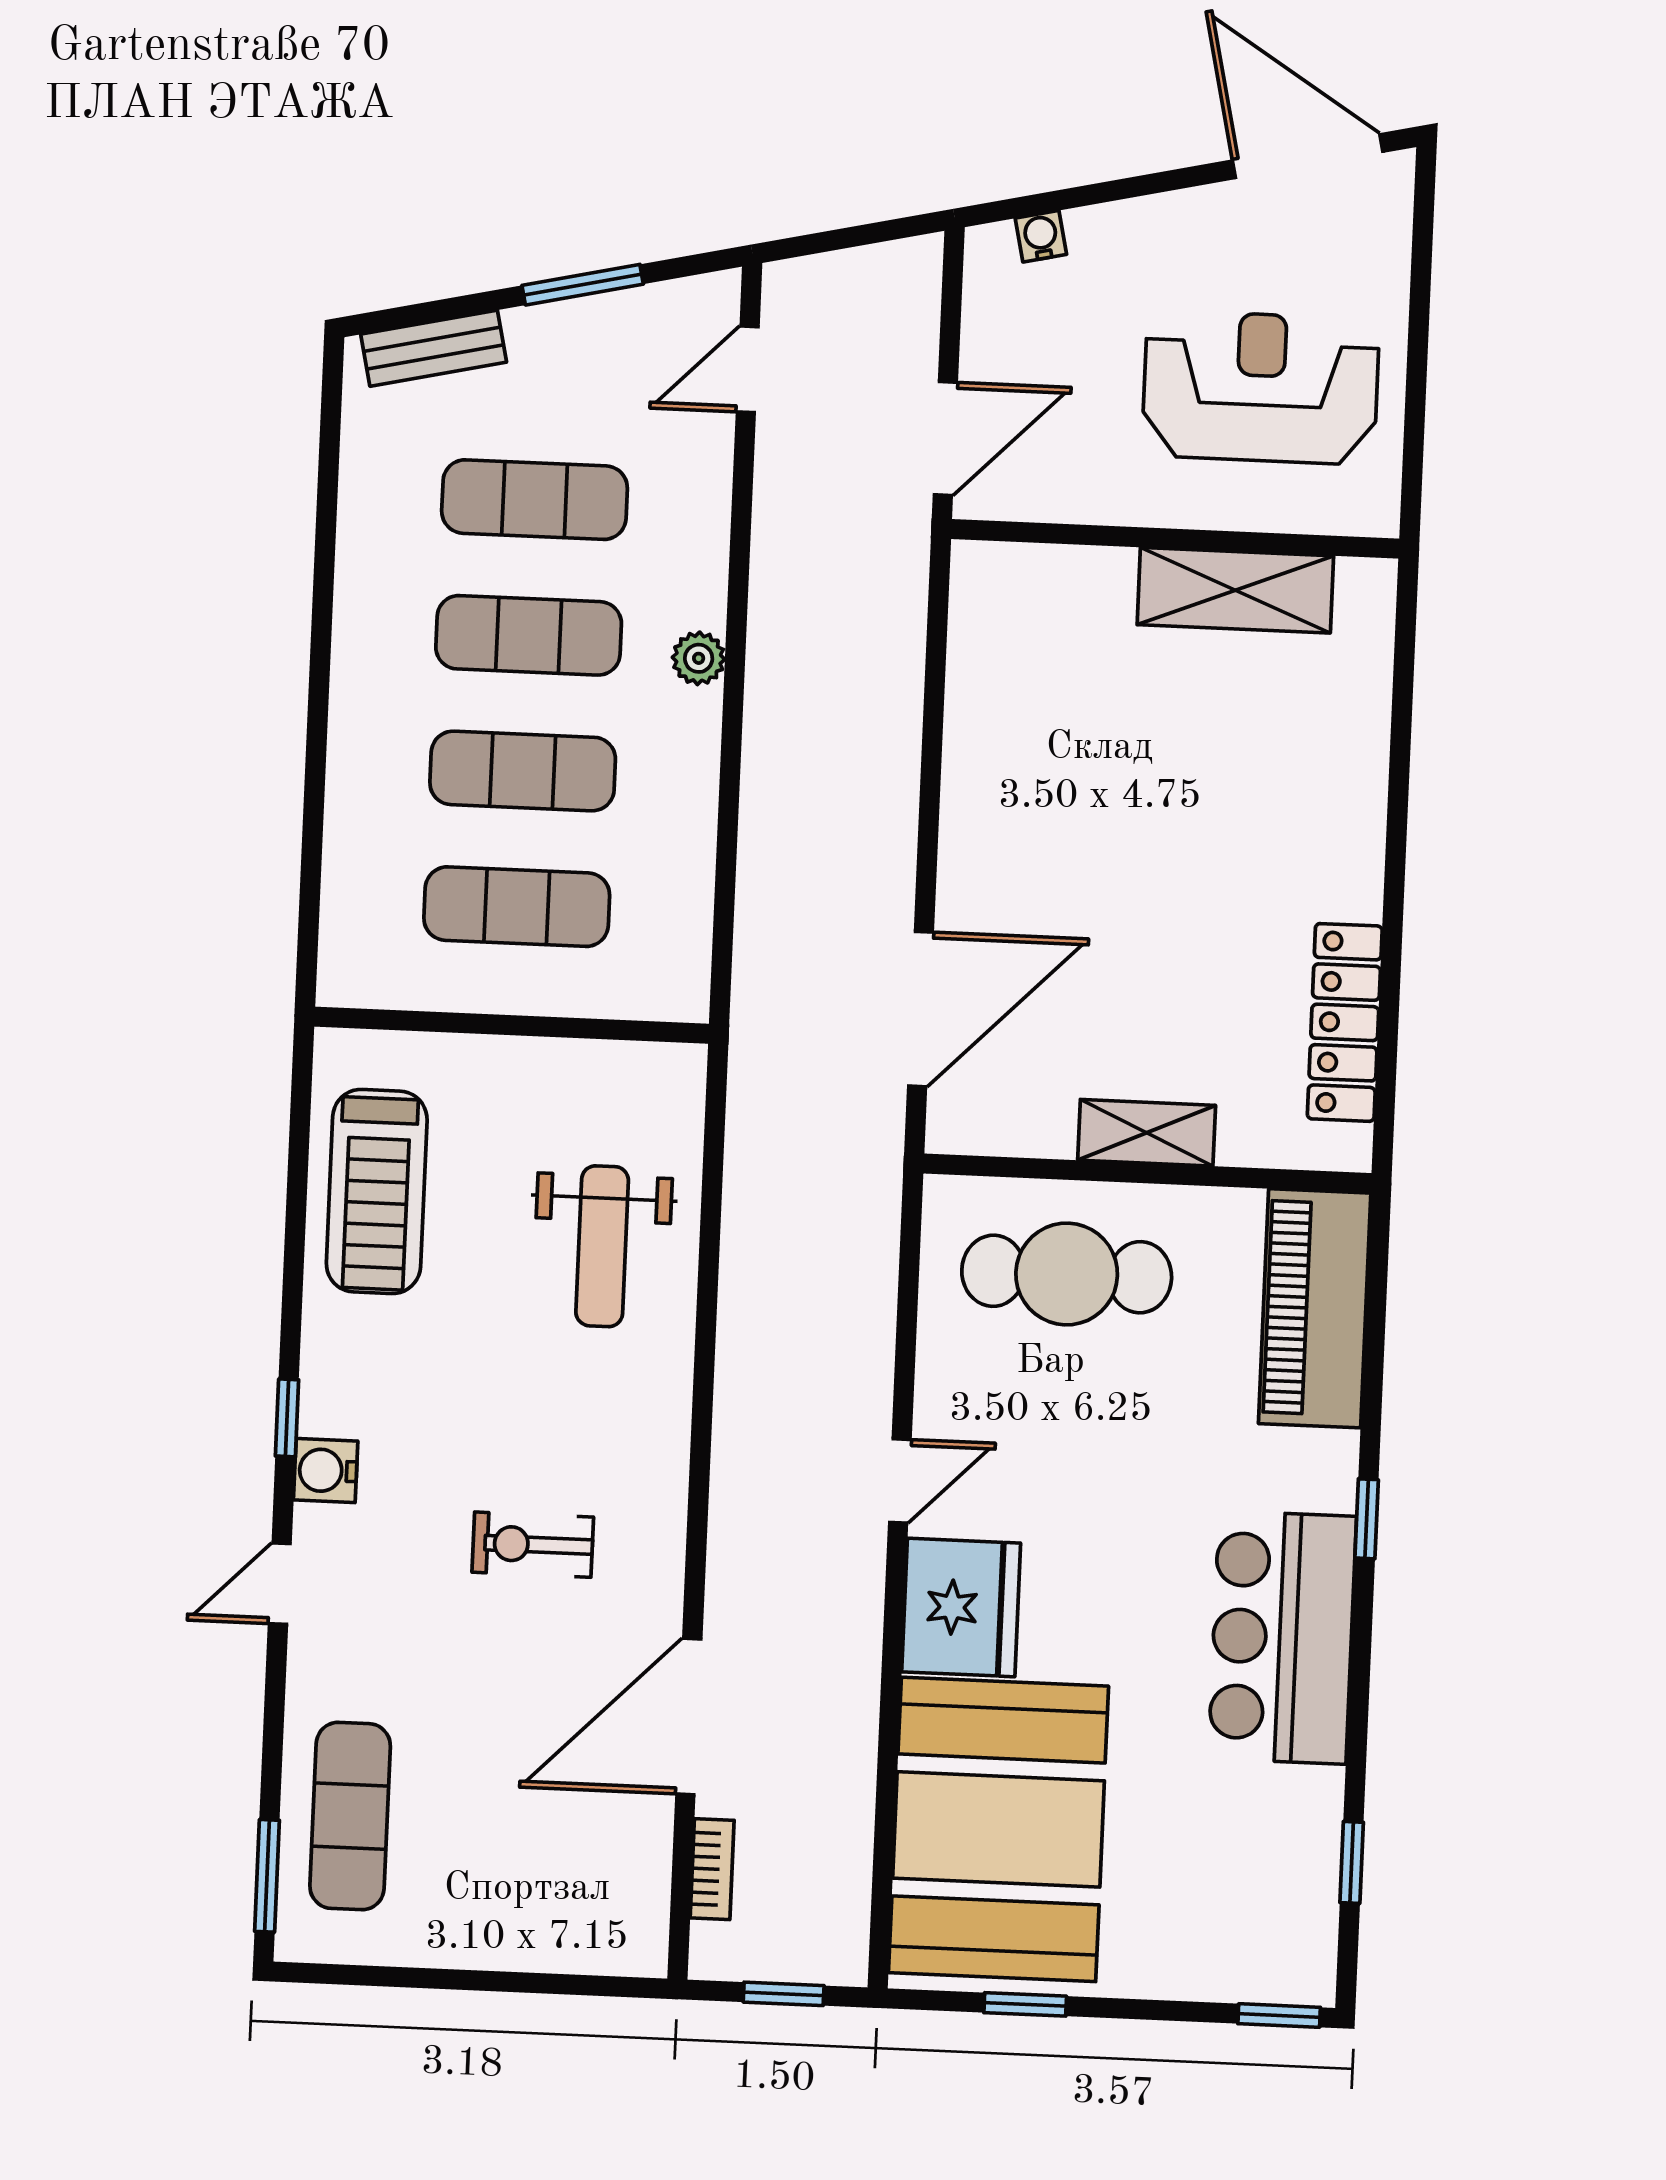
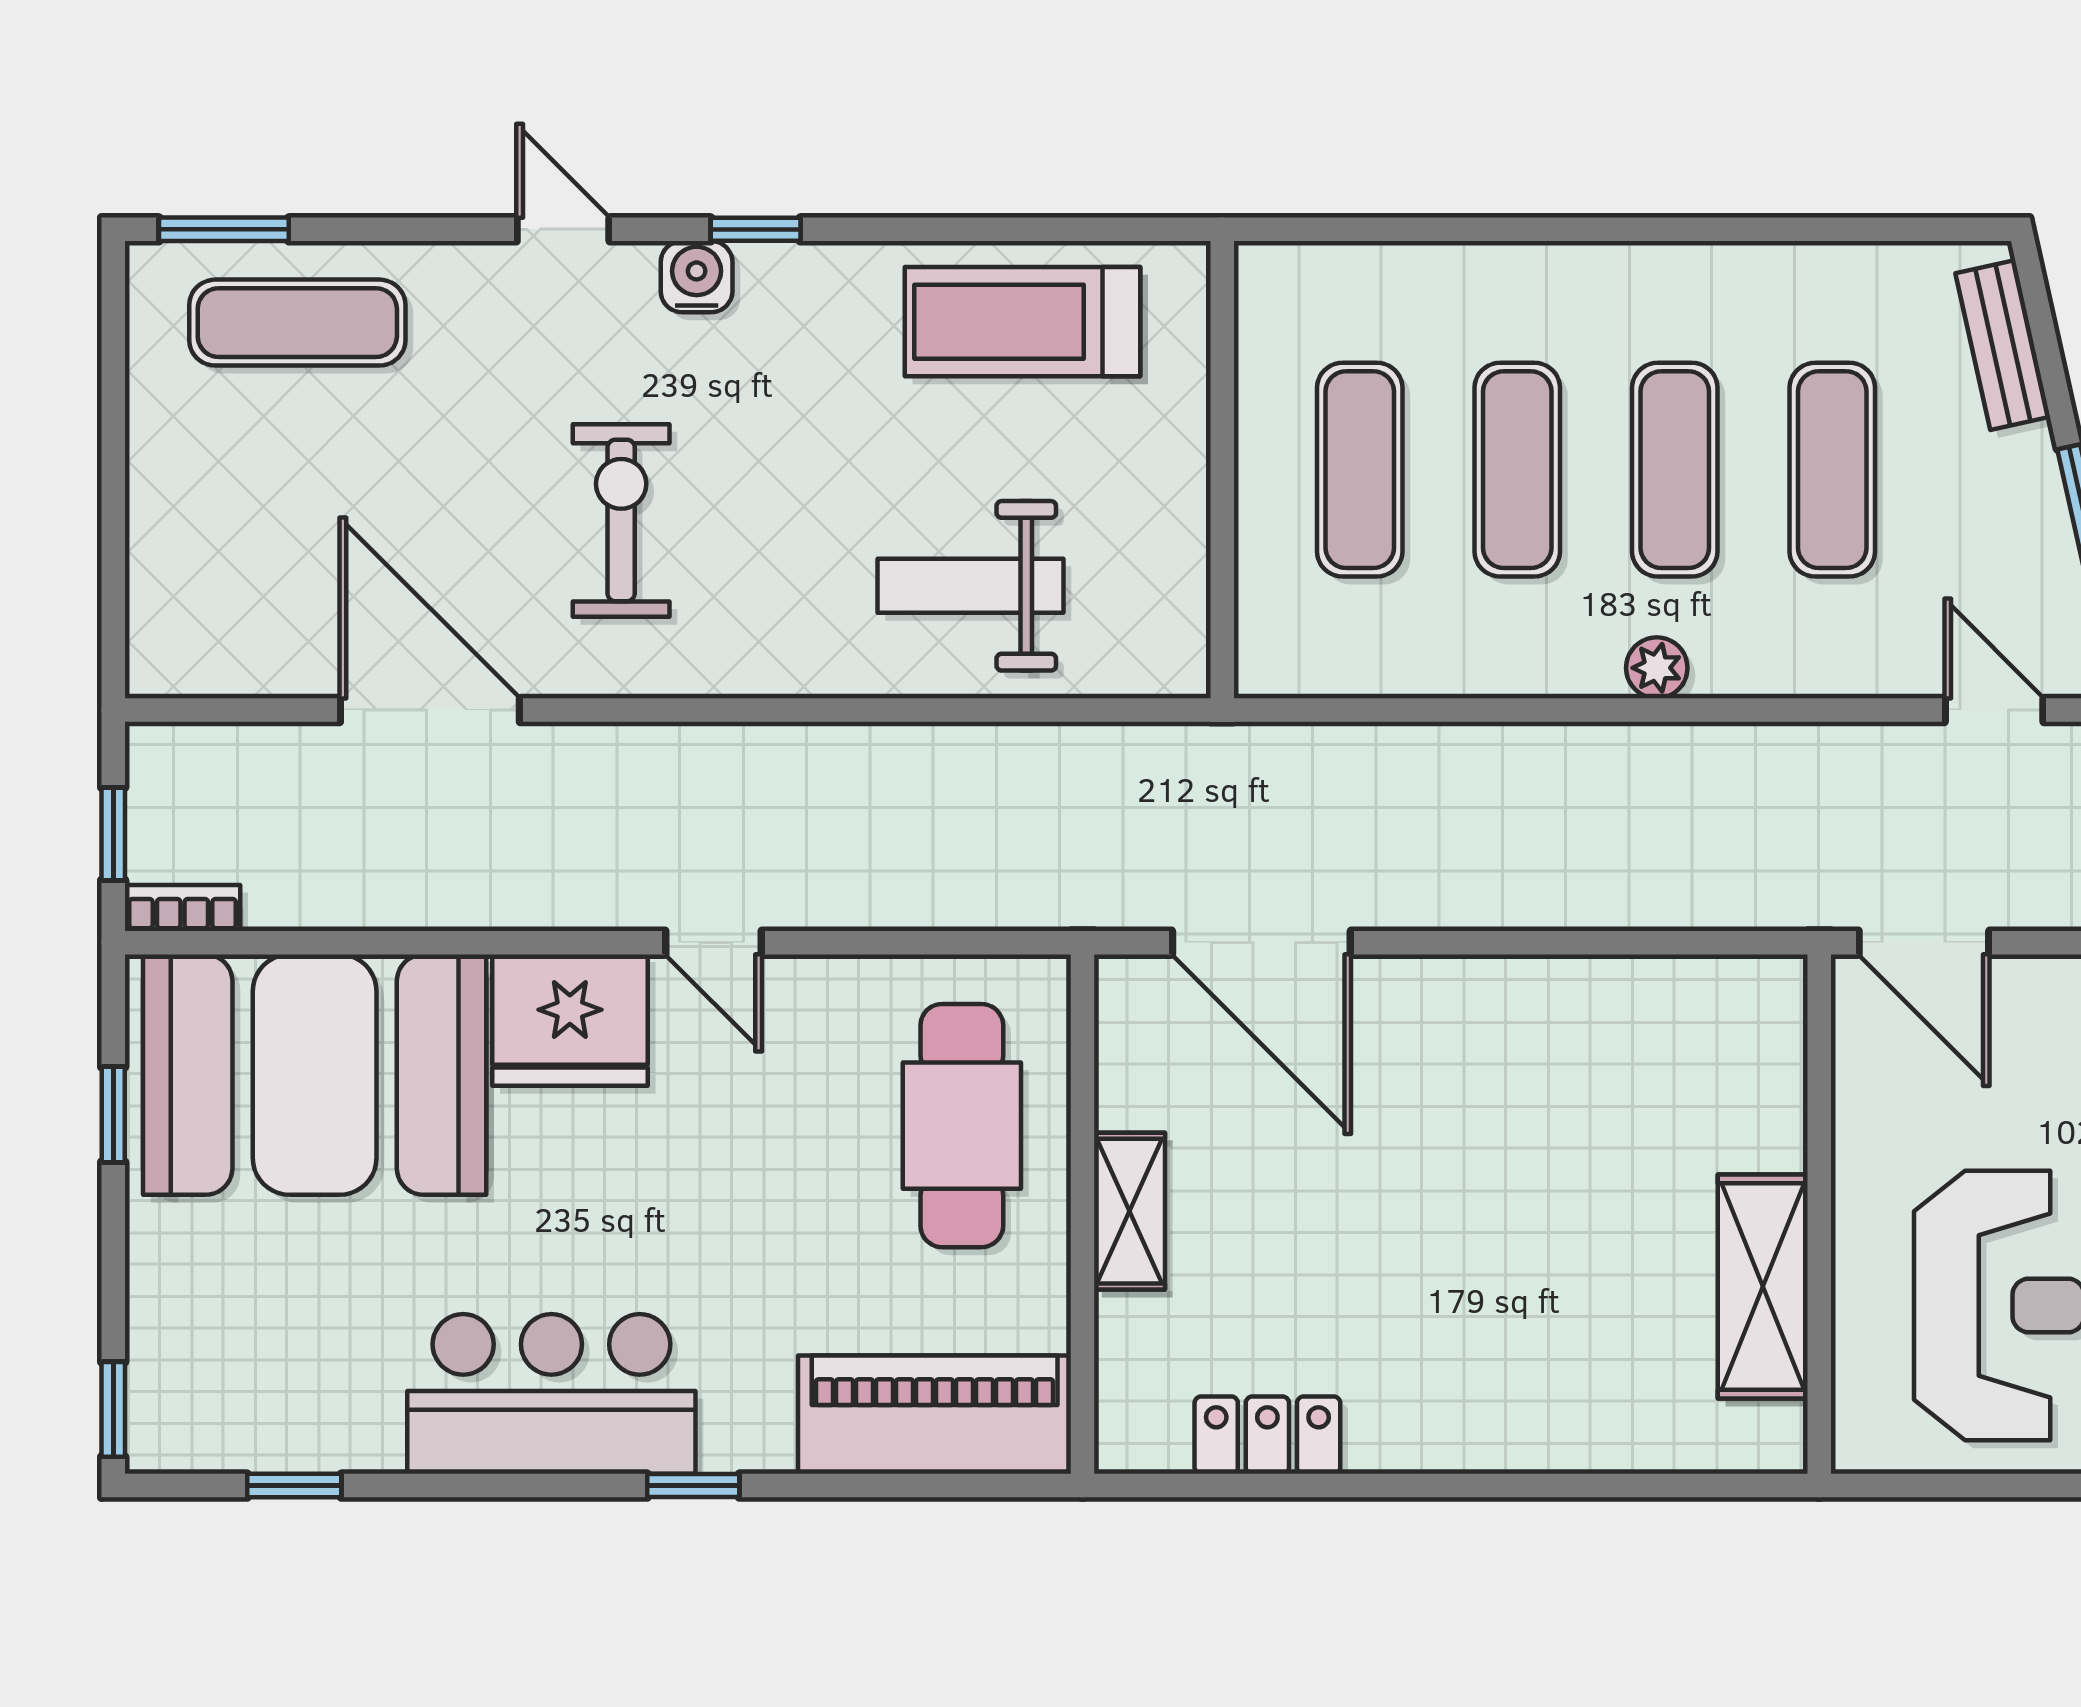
locker: (1345, 1022) -> (1267, 1435), width x0.66
exercise bike: (533, 1545) -> (621, 520), width x1.38, depth x1.39
bookcase: (712, 1869) -> (183, 908), moved, turned 180

